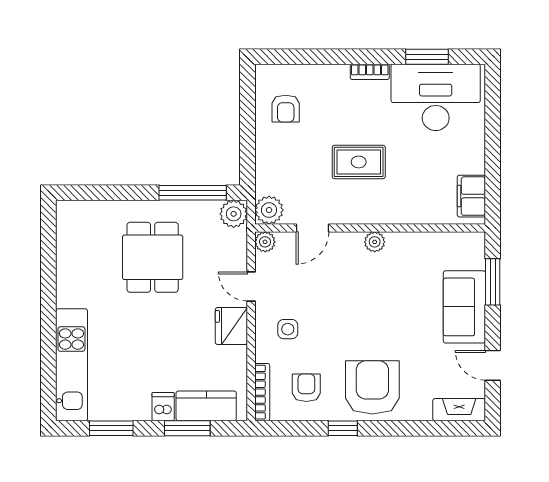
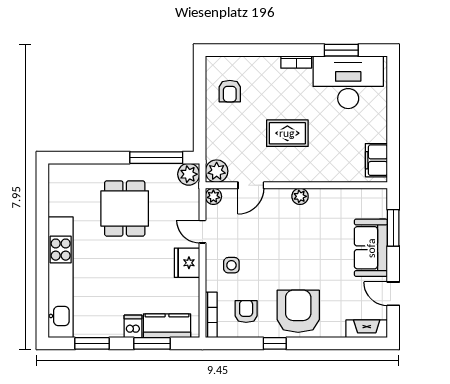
kitchen unit: (71, 365) -> (61, 277), width x1.36

